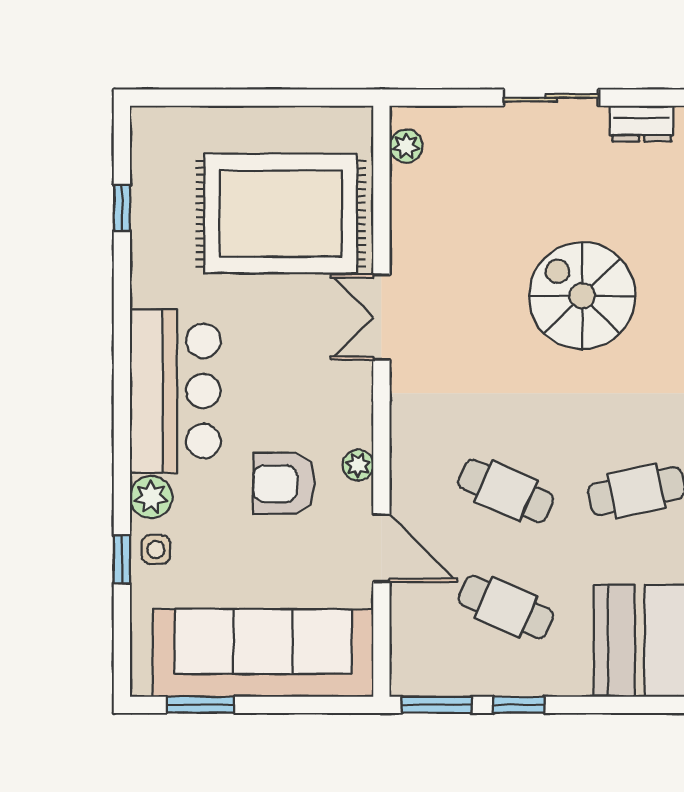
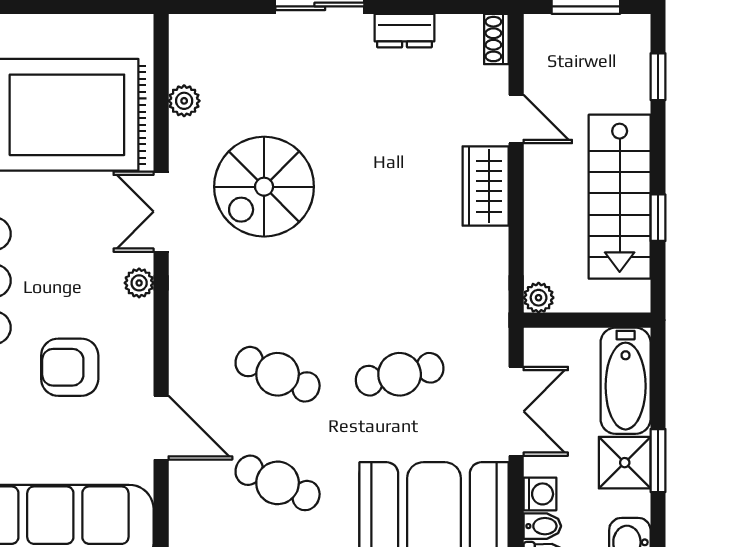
plant: (406, 146) -> (184, 101), moved
spiral stairs: (582, 296) -> (264, 187), moved, turned -90
plant: (358, 465) -> (139, 283), moved

